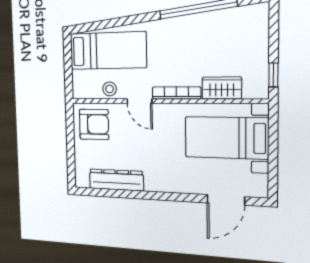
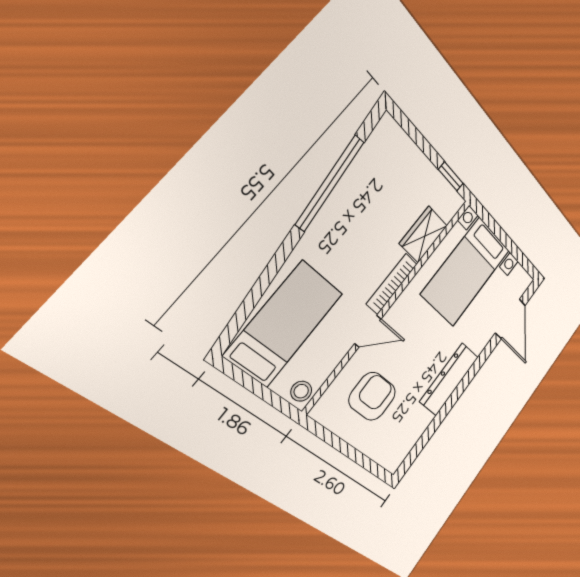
stool: (110, 89) -> (301, 391), moved
armchair: (94, 124) -> (372, 396), moved
dresser: (116, 180) -> (449, 379), moved

